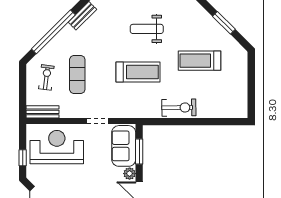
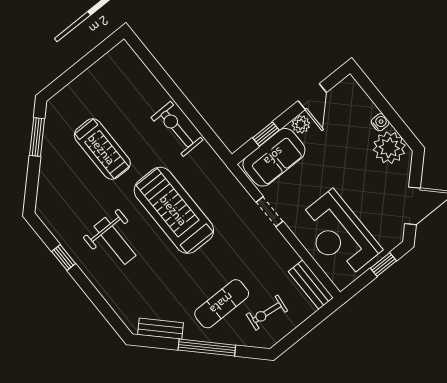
window: (224, 23) -> (37, 137), moved
window: (53, 32) -> (207, 348), width x0.68
treadmill: (138, 72) -> (174, 210), width x1.37, depth x1.38
exercise mat: (77, 74) -> (222, 304), moved
window: (139, 151) -> (266, 134), width x0.67

